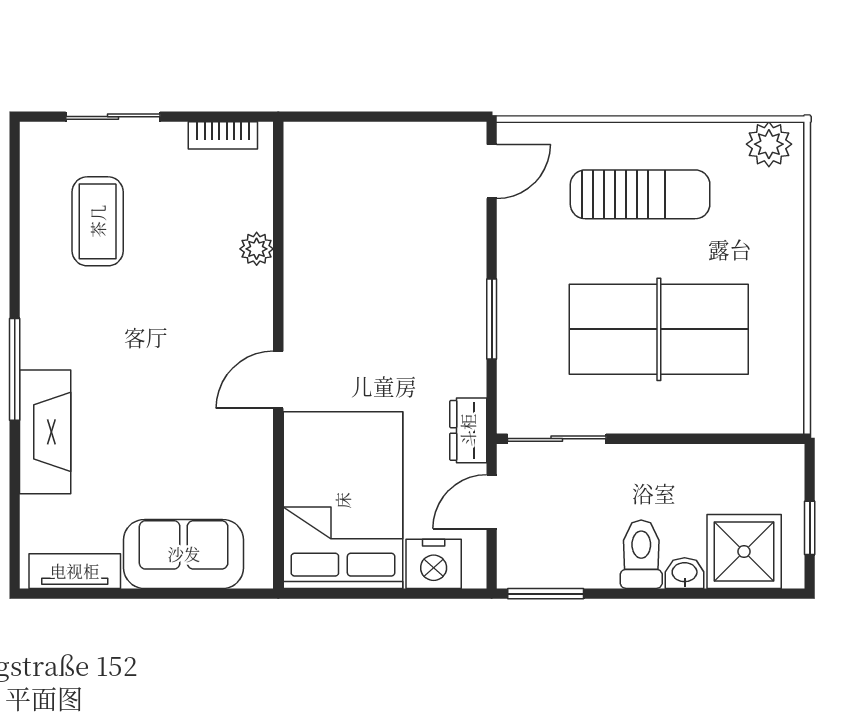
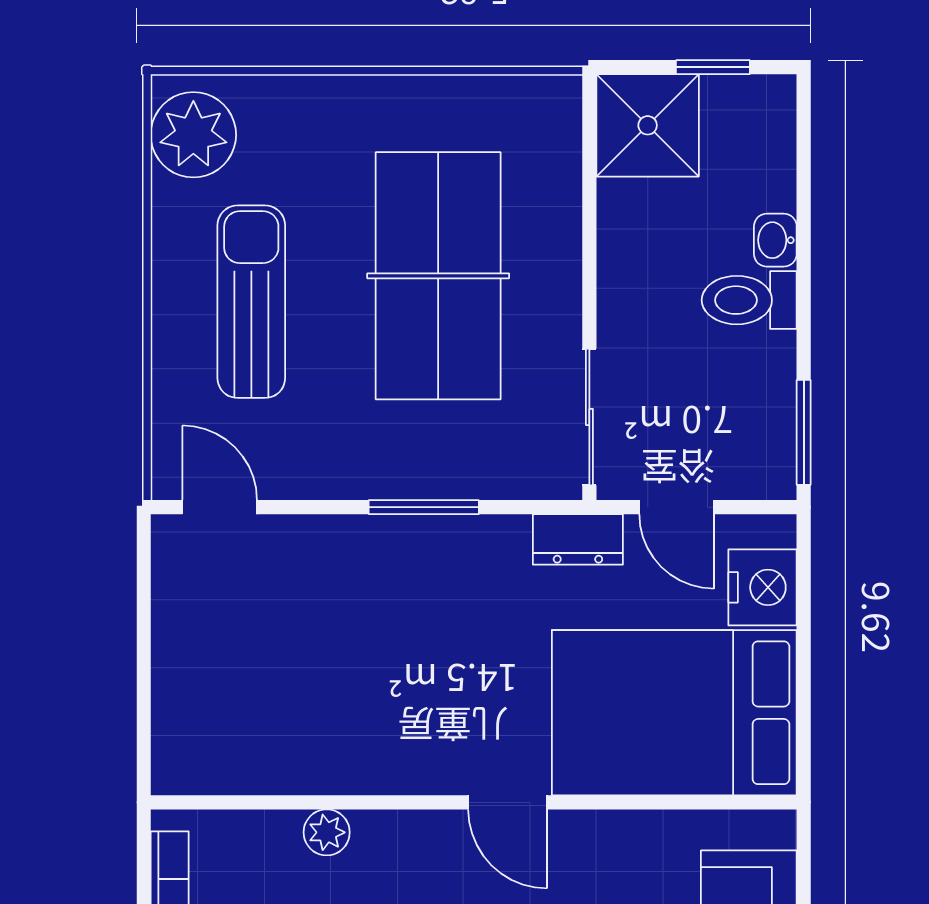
plant: (769, 144) -> (193, 135), width x1.36, depth x1.36
shower: (744, 552) -> (648, 125), moved

